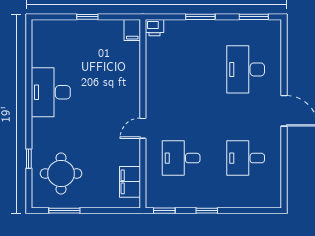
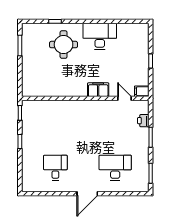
printer: (155, 28) -> (143, 121), moved
door: (143, 128) -> (125, 98), moved
desk: (181, 158) -> (55, 124), removed
round table: (61, 174) -> (64, 45), moved
filing cabinet: (130, 182) -> (98, 90), moved

